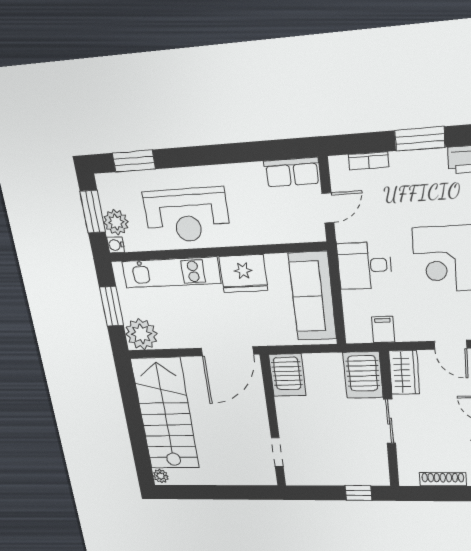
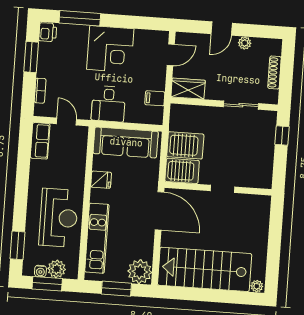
water cooler: (116, 245) -> (40, 271), moved
fridge: (243, 274) -> (101, 180), width x0.53, depth x0.75
server rack: (363, 375) -> (185, 145), moved
sliding door: (390, 421) -> (241, 105), moved
doorway: (277, 452) -> (223, 189), moved

